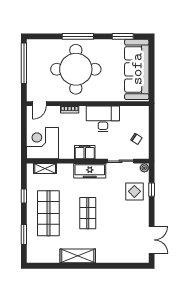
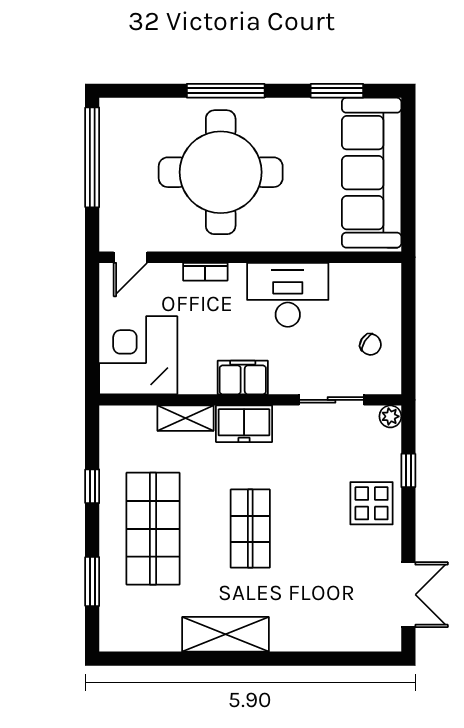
shelving: (45, 169) -> (185, 418), moved
freezer: (90, 171) -> (244, 424), width x0.71
display table: (134, 191) -> (372, 503), moved

